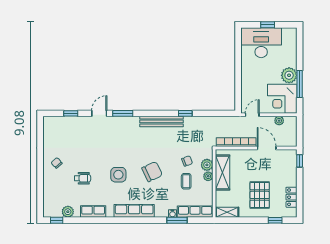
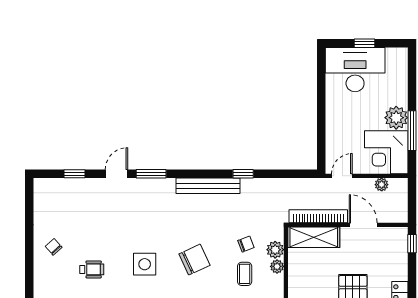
shelving: (223, 172) -> (314, 237), moved, turned 90

